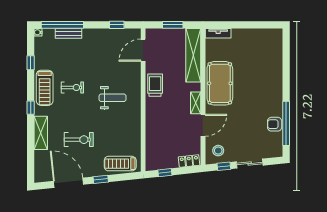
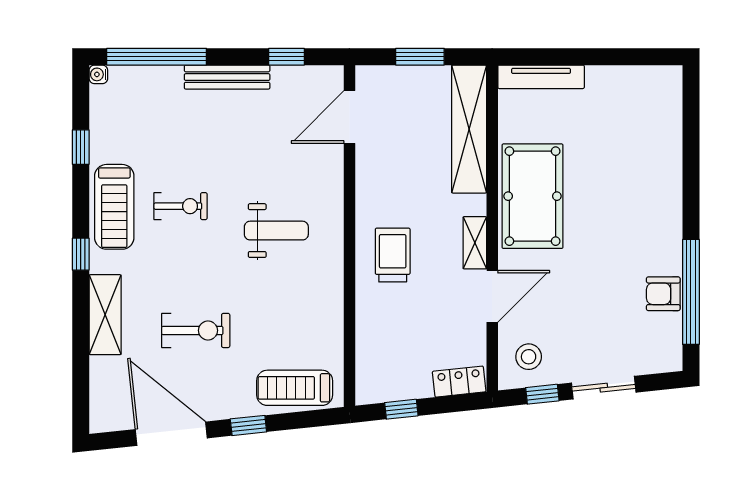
bench: (69, 33) -> (227, 77), moved, width x1.36
tv unit: (218, 33) -> (541, 77), width x1.41
trolley: (155, 85) -> (393, 255), moved

